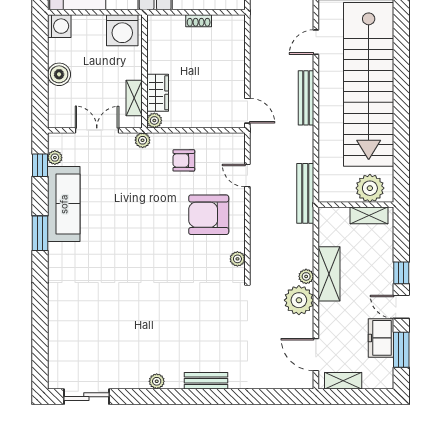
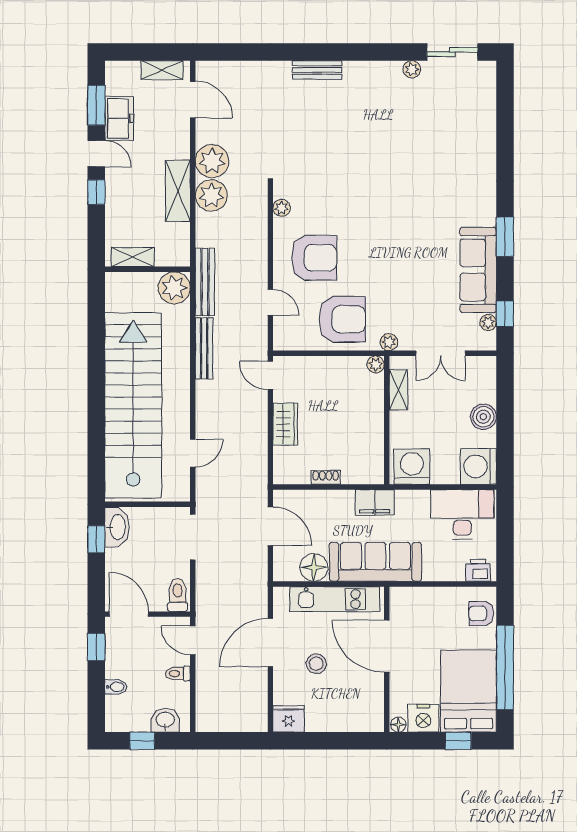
washing machine: (59, 26) -> (478, 466), width x1.37, depth x1.37
wardrobe: (158, 93) -> (285, 424), moved, turned 180
bench: (306, 98) -> (204, 348), moved
armchair: (184, 160) -> (342, 319), width x1.88, depth x1.88
plant: (370, 188) -> (174, 288), moved
plant: (306, 276) -> (211, 195), width x1.87, depth x1.87
plant: (157, 381) -> (412, 69), moved

